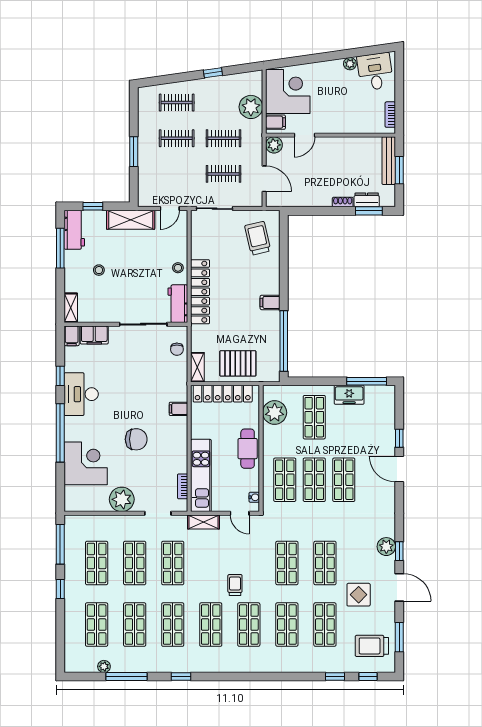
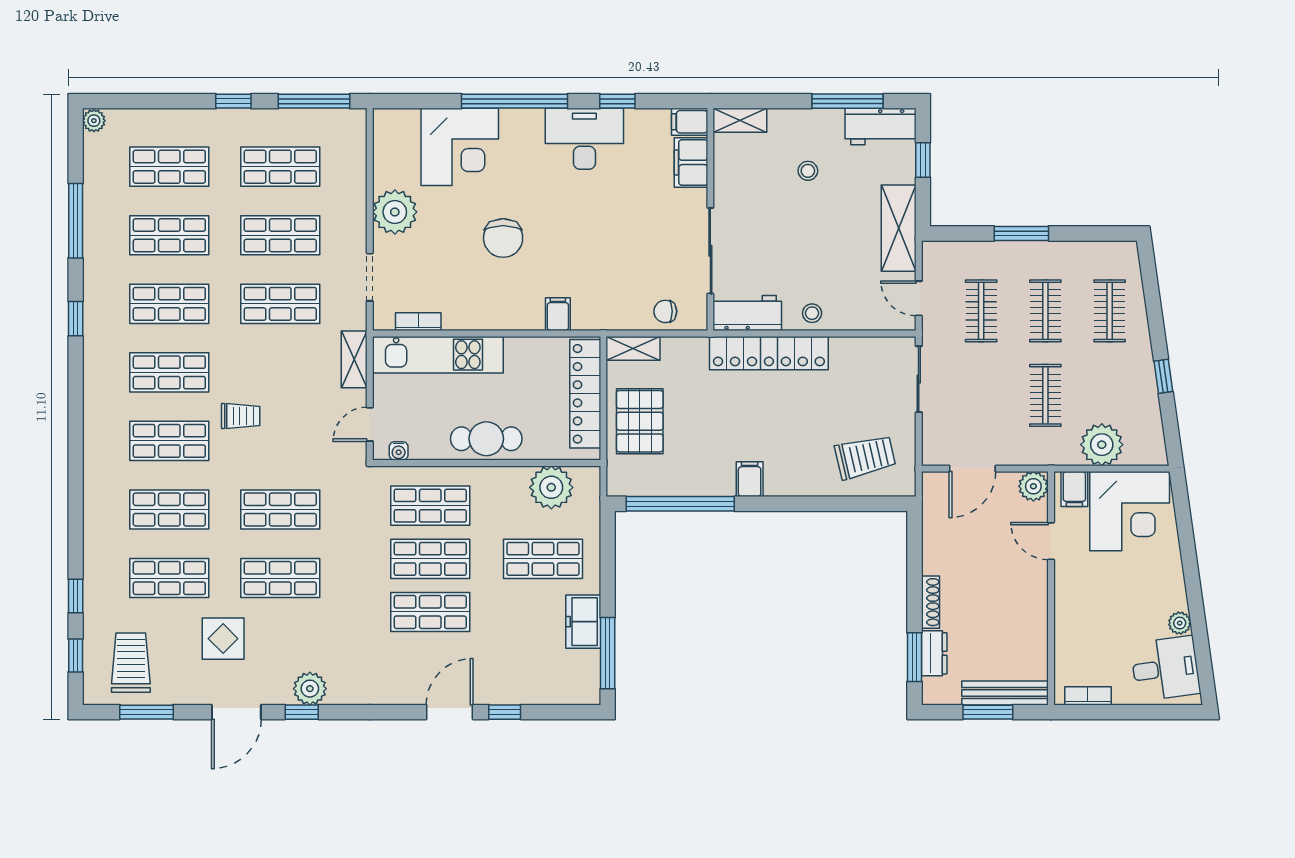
clothes rail: (224, 174) -> (981, 311), moved
shoe rack: (343, 202) -> (930, 602), width x1.43
plant: (104, 666) -> (94, 121), moved

